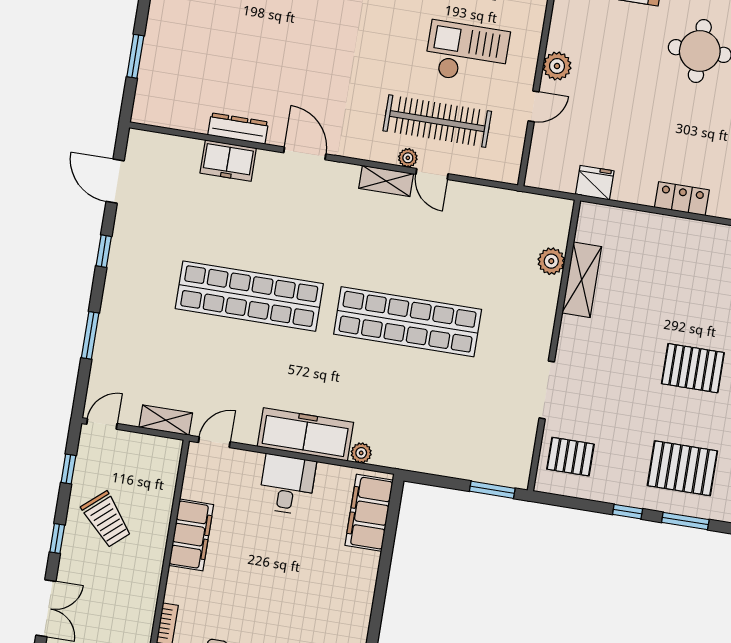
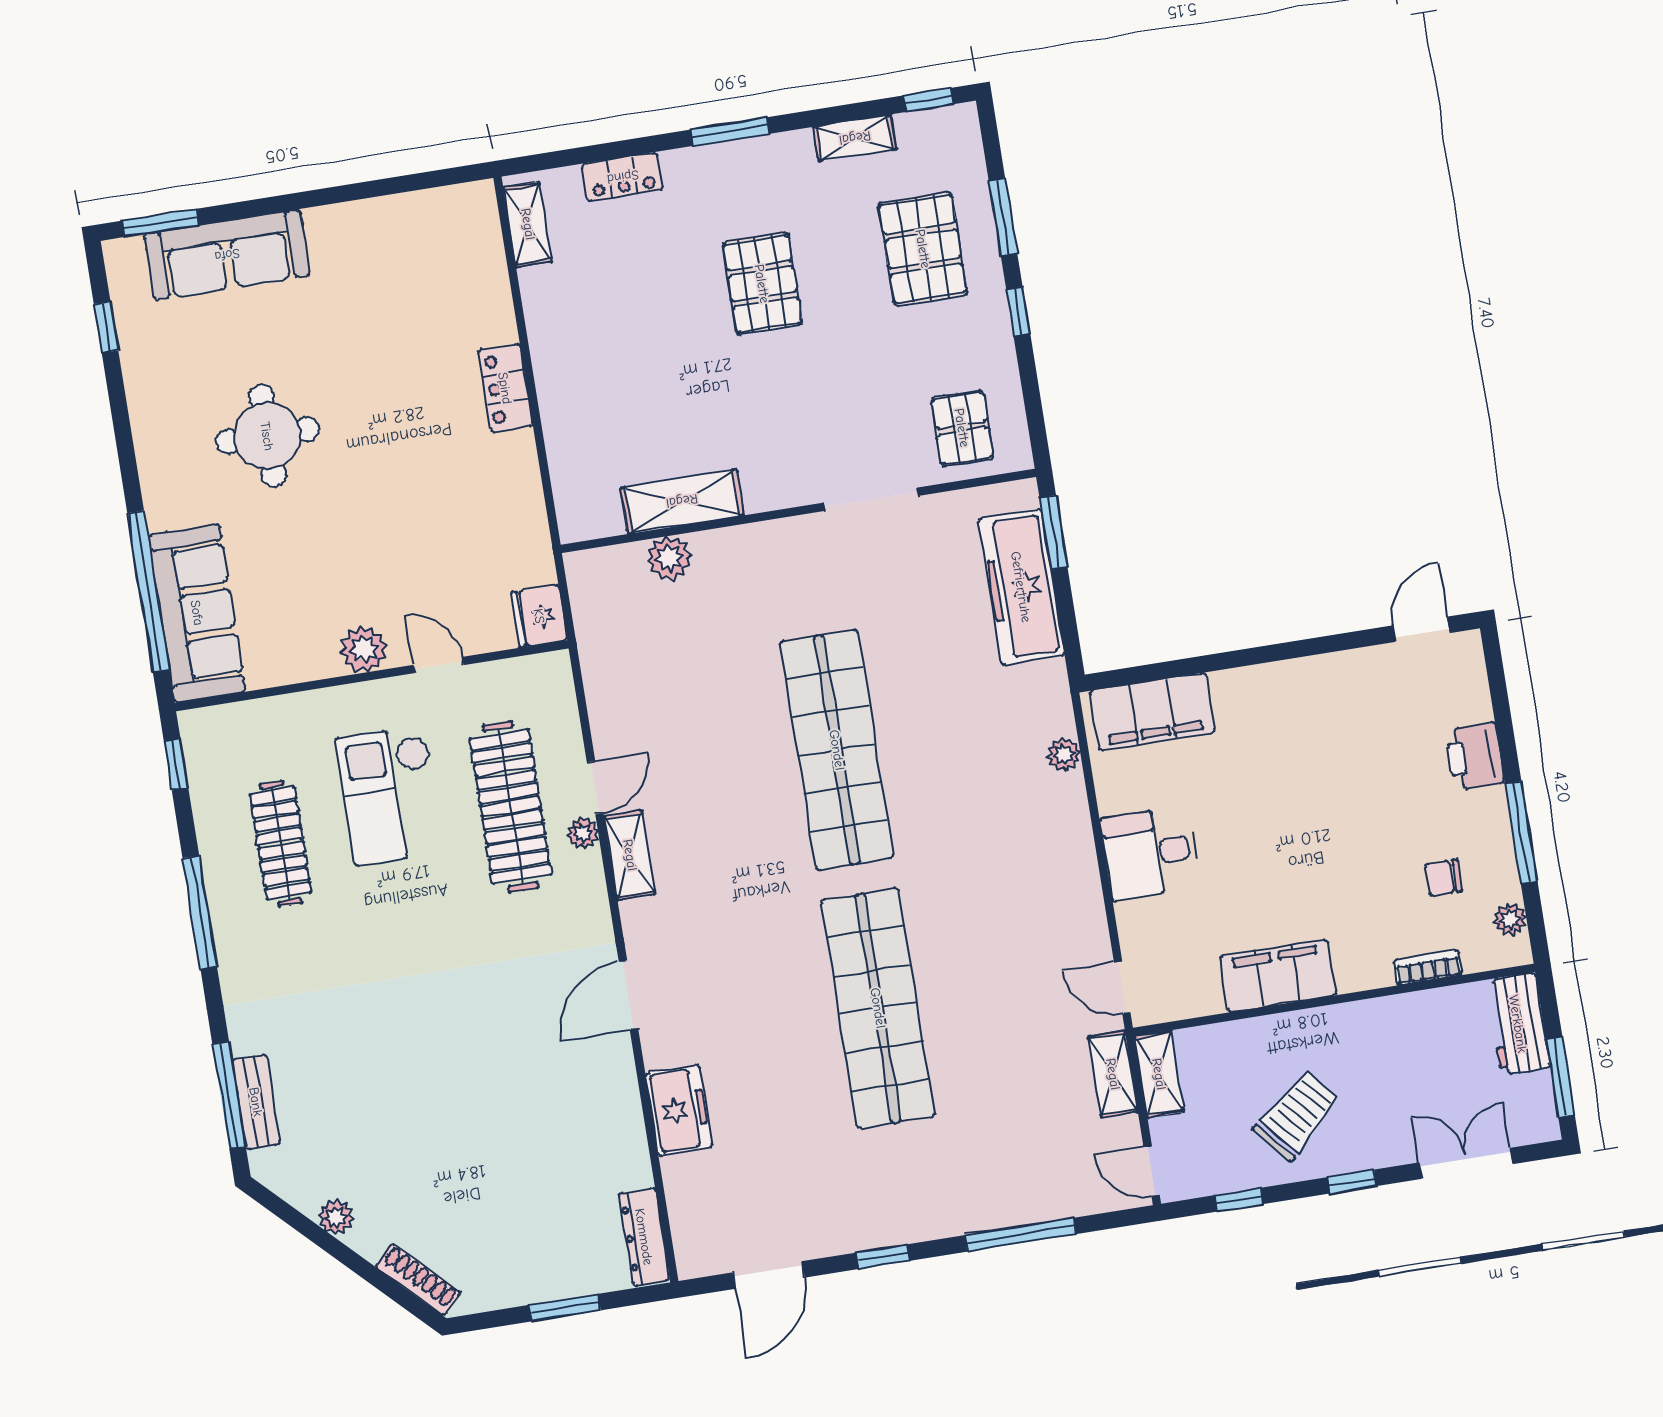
dresser: (238, 129) -> (644, 1237), moved
fridge: (595, 183) -> (539, 616), moved
window: (90, 335) -> (1020, 1235), width x1.44
freezer: (305, 434) -> (1021, 587), moved
shelving: (157, 447) -> (1159, 1074), added

